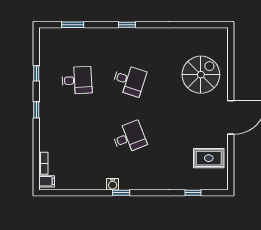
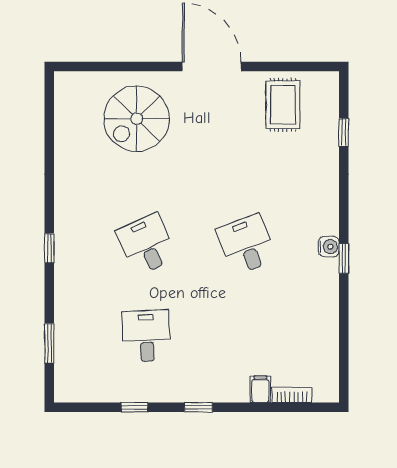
spiral stairs: (201, 75) -> (137, 119), turned -90
desk: (129, 80) -> (146, 244), turned -42
filing cabinet: (47, 181) -> (260, 389), moved
water cooler: (113, 184) -> (329, 247), moved

